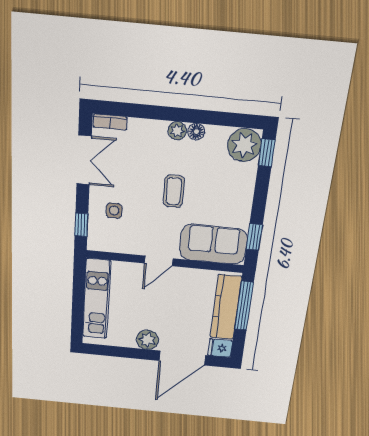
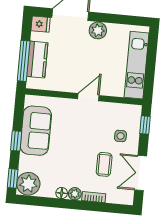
bookcase: (110, 122) -> (94, 197), moved
coffee table: (174, 191) -> (104, 164), moved
window: (254, 237) -> (16, 141), moved
sofa: (213, 244) -> (36, 131), moved, turned -90
kitchen counter: (226, 307) -> (37, 60), width x0.67

